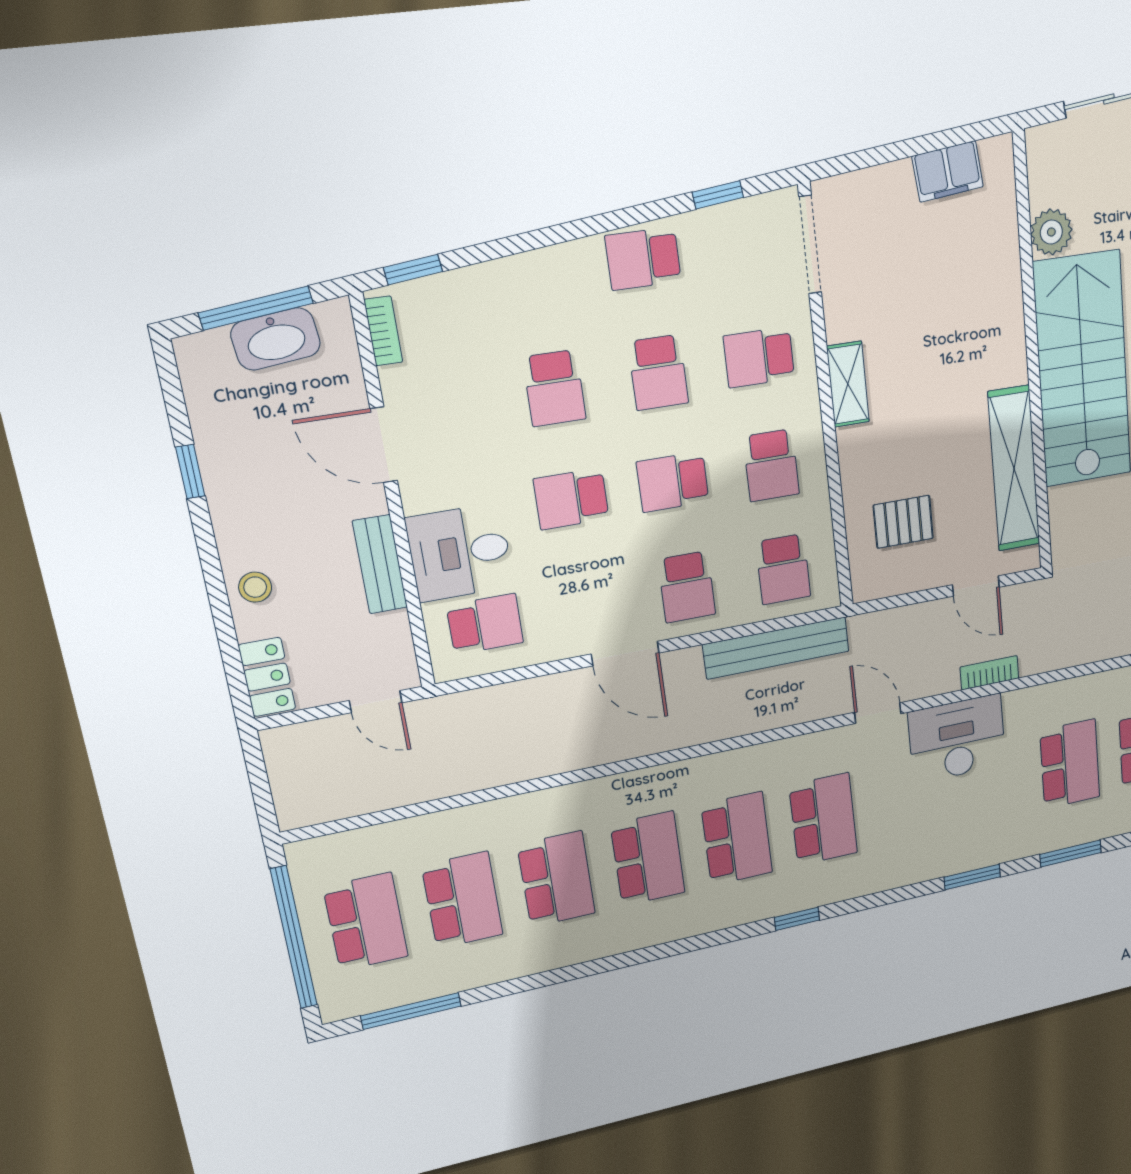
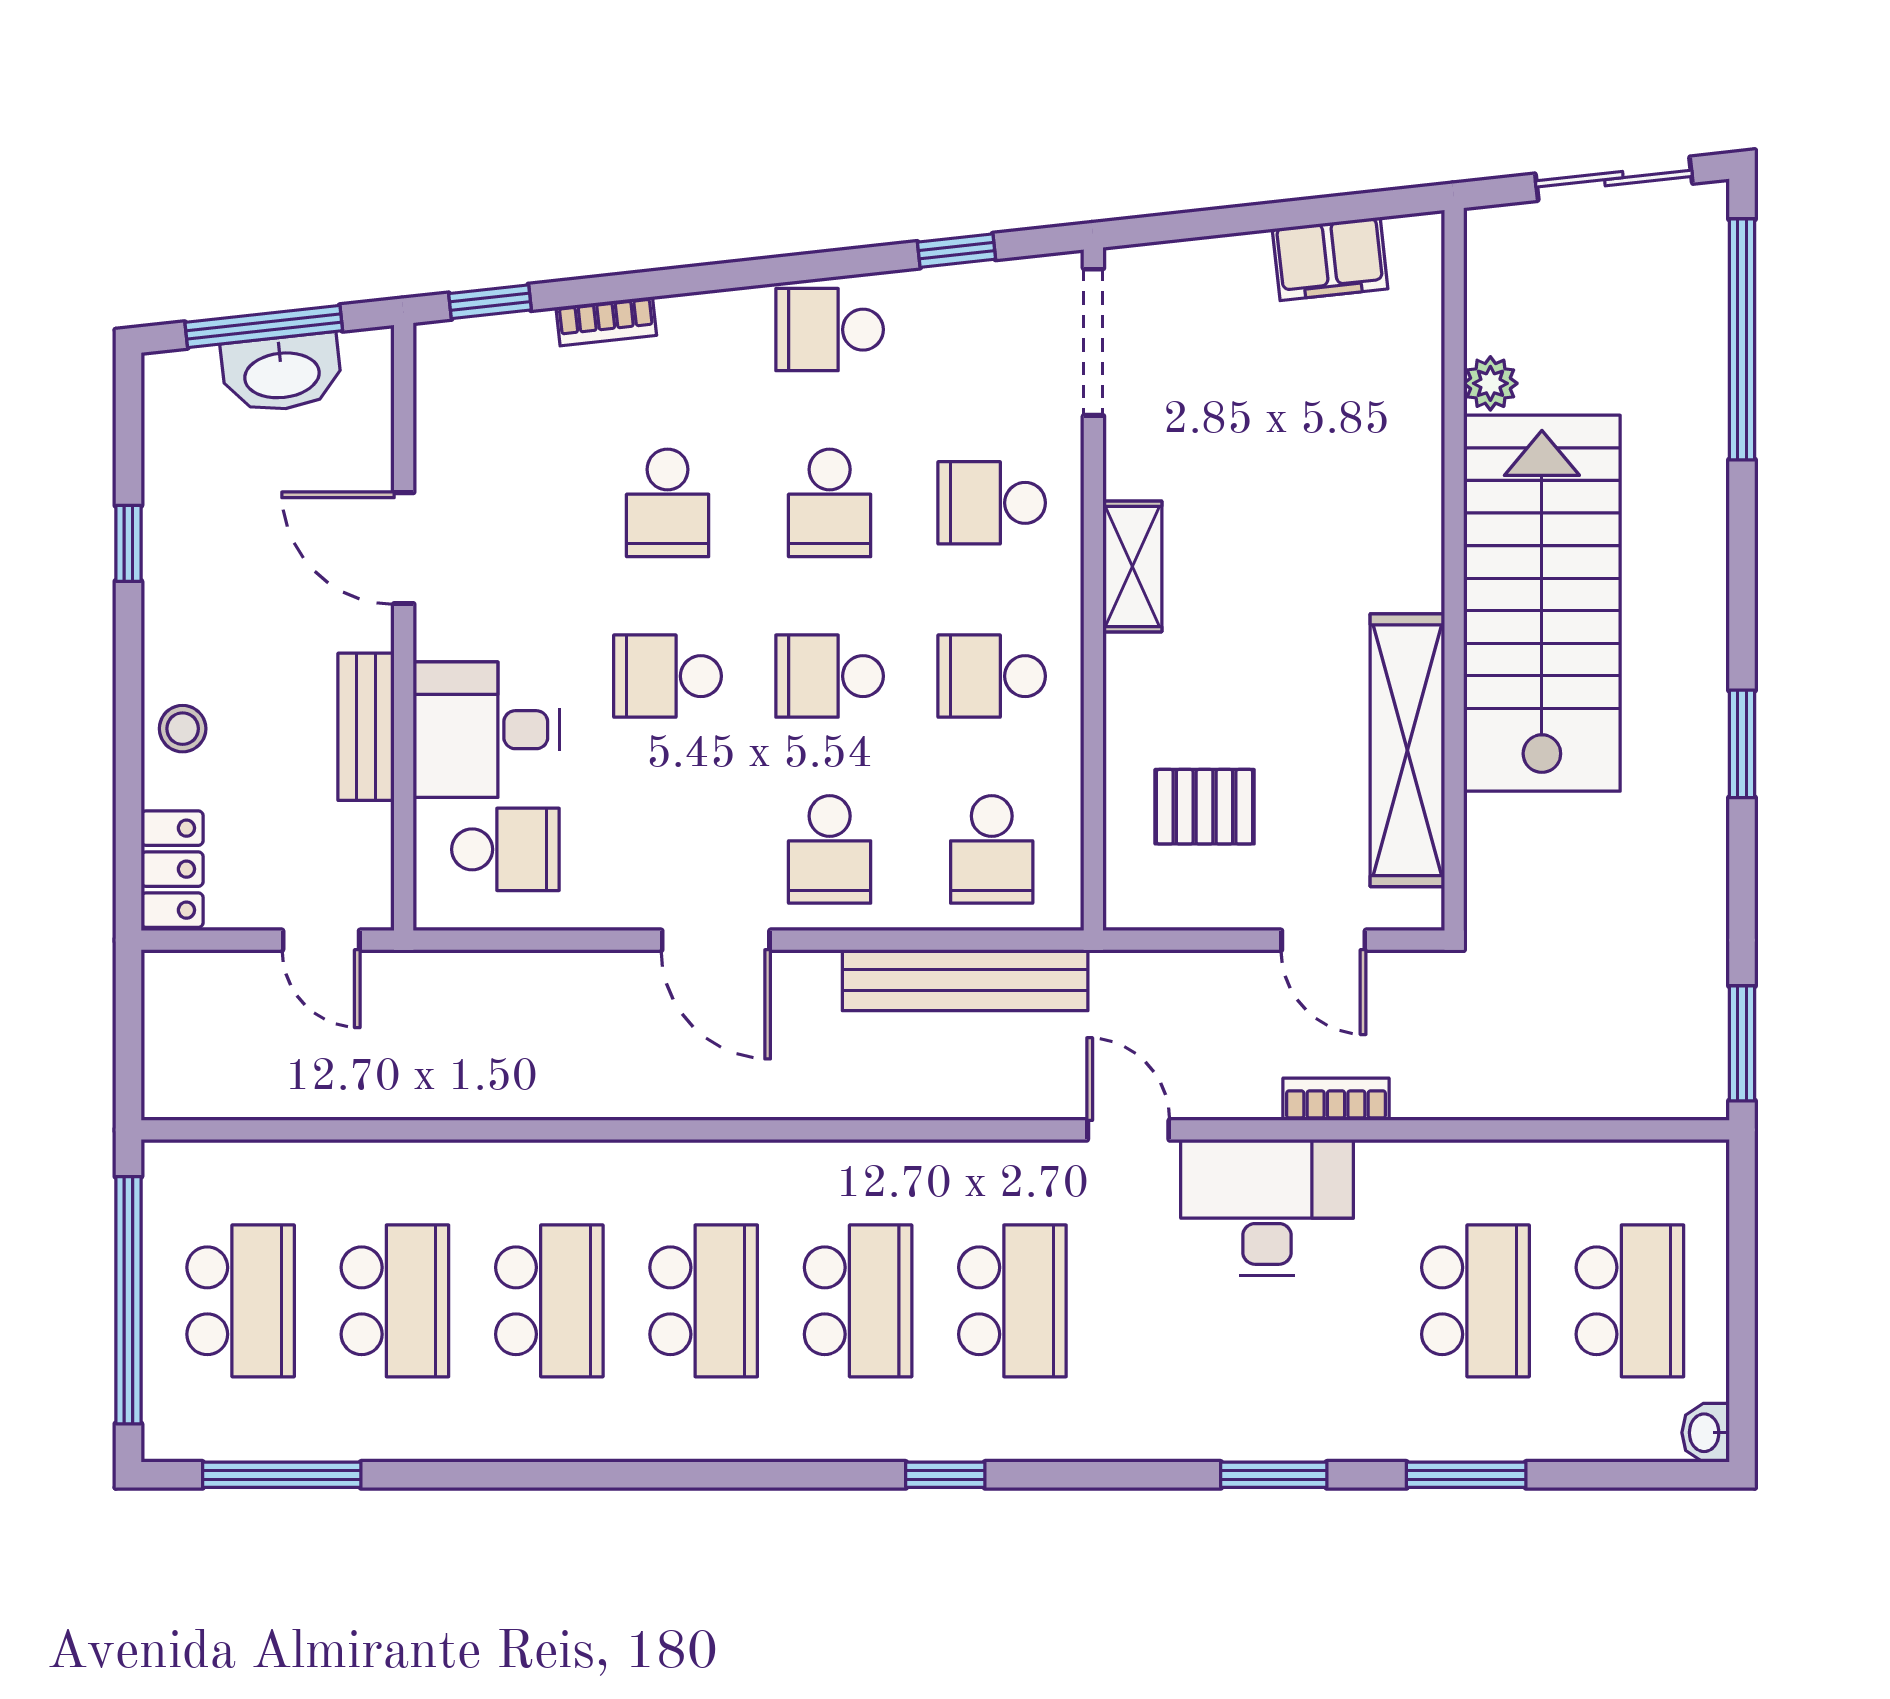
plant: (1051, 232) -> (1490, 383), width x0.73, depth x0.73
bookcase: (383, 331) -> (606, 321), moved, turned 84
school desk: (771, 465) -> (992, 676), turned 90

